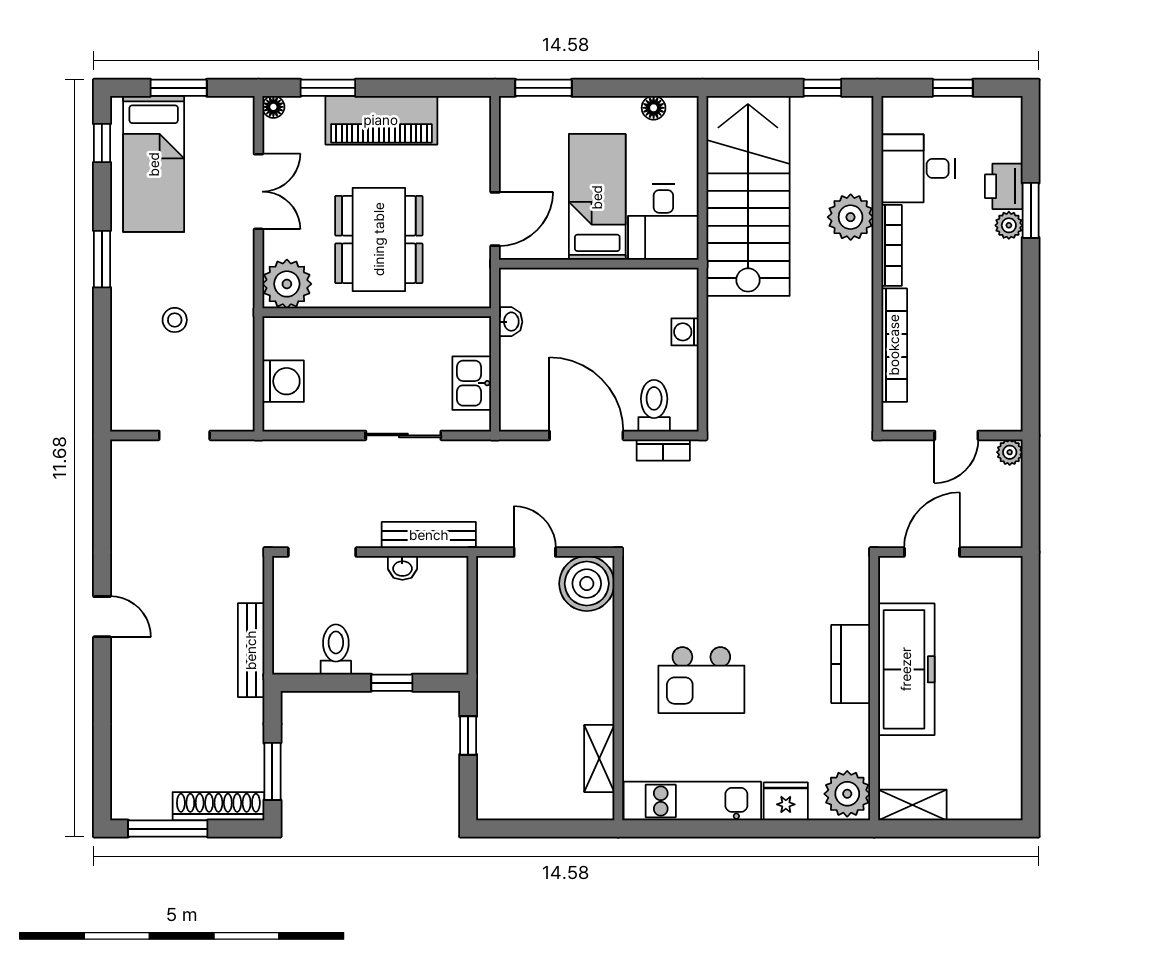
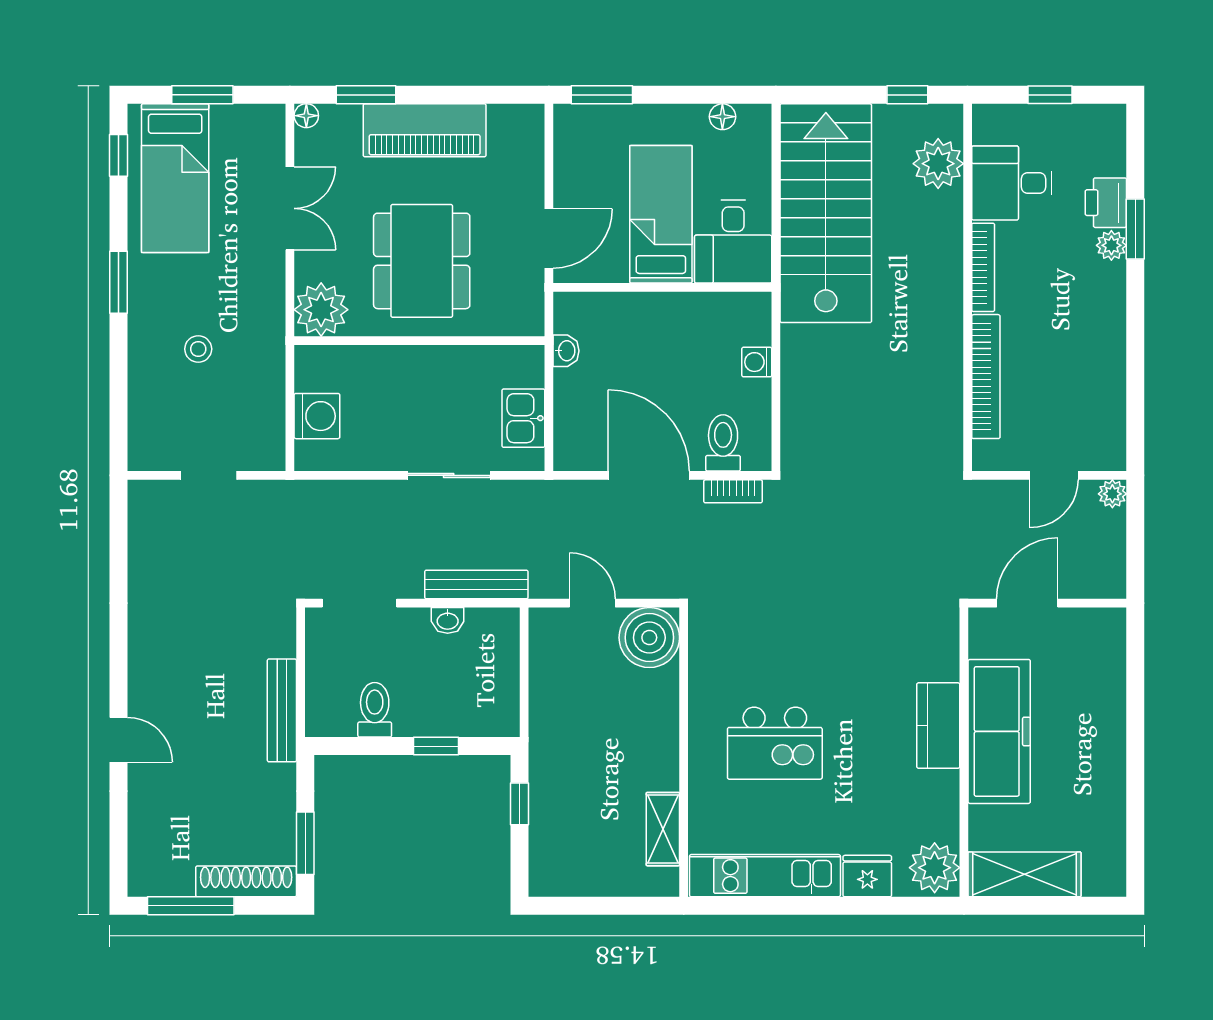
plant: (851, 217) -> (938, 164), moved
door: (102, 617) -> (119, 740), moved
shelving: (912, 805) -> (1025, 874), width x1.50, depth x1.33

